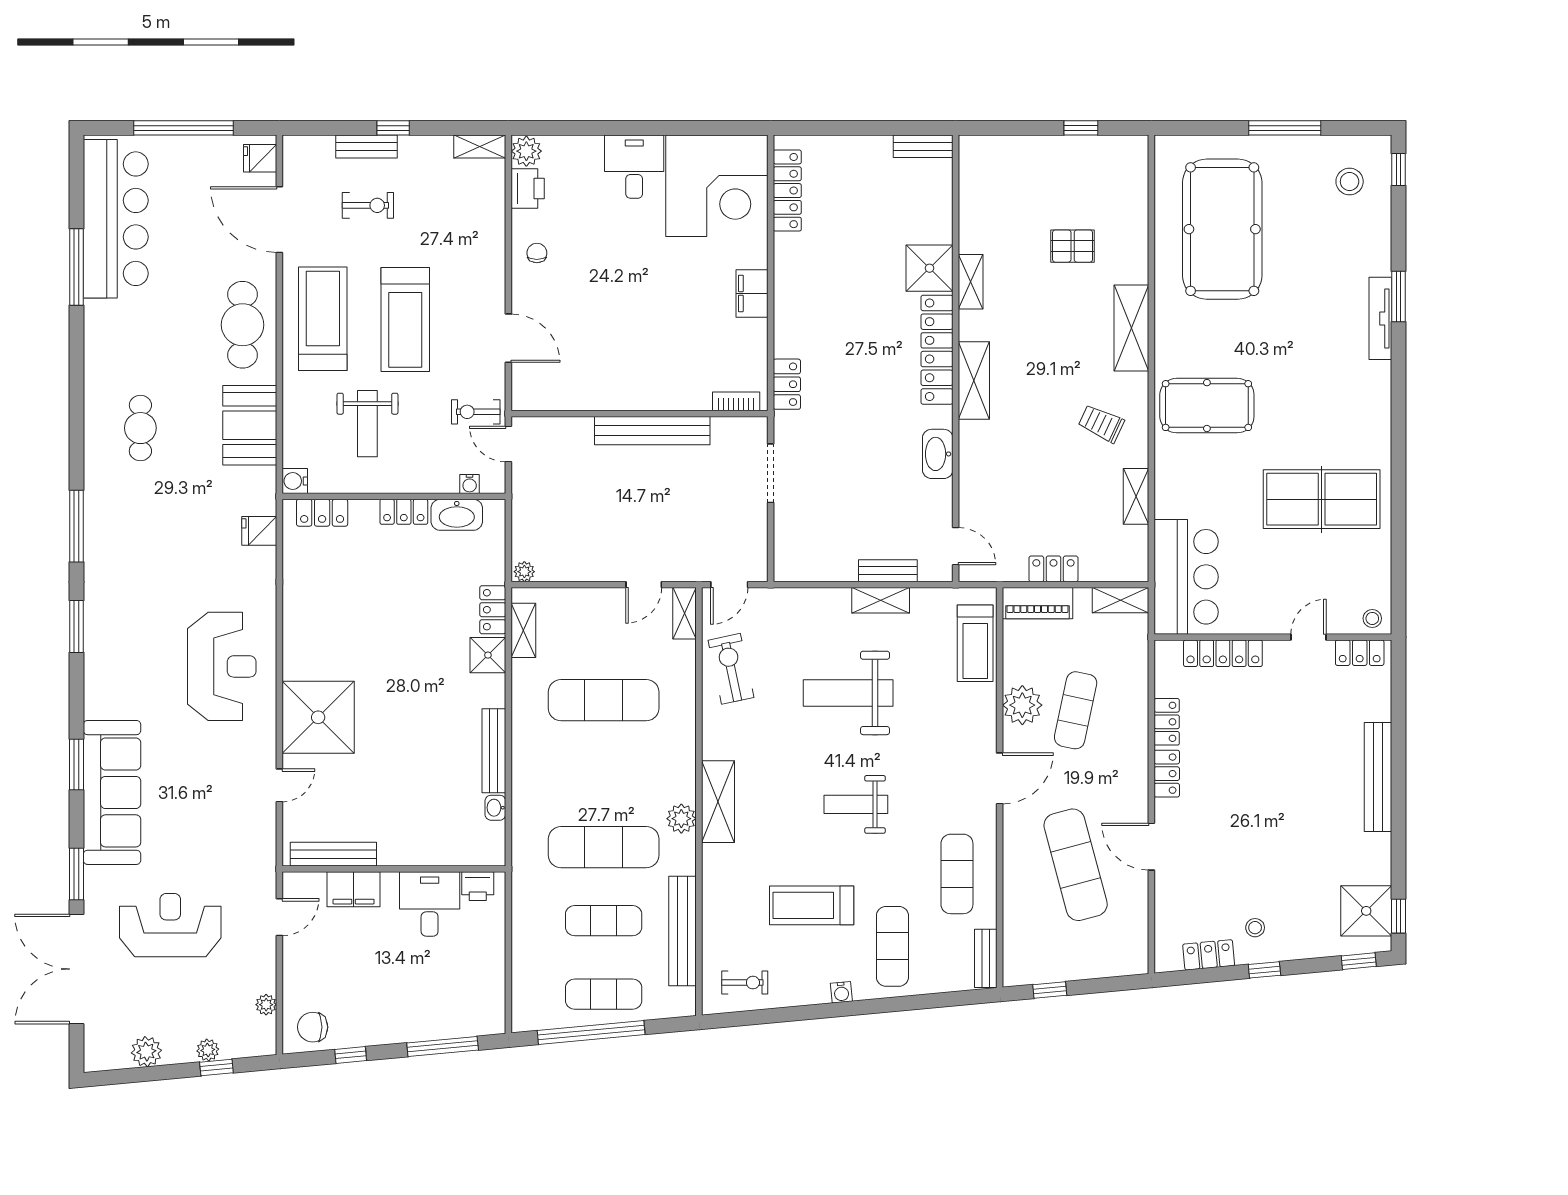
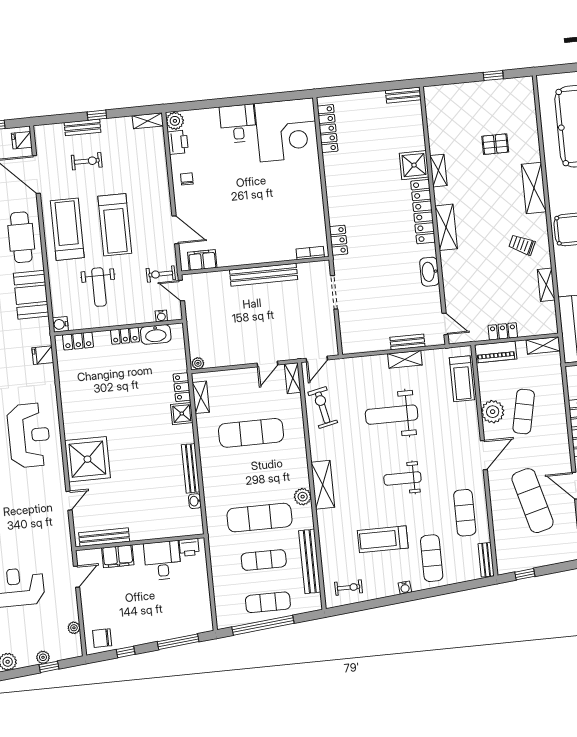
filing cabinet: (752, 293) -> (202, 260), moved, turned 90

